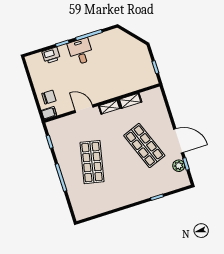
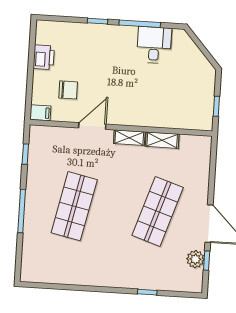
desk: (81, 52) -> (154, 45), moved
printer: (51, 55) -> (44, 57), moved, turned -90
chair: (49, 97) -> (68, 90), moved
door: (84, 109) -> (92, 126), hinge flipped
shop shelf: (144, 145) -> (158, 211), turned 39

